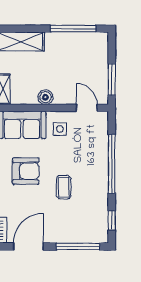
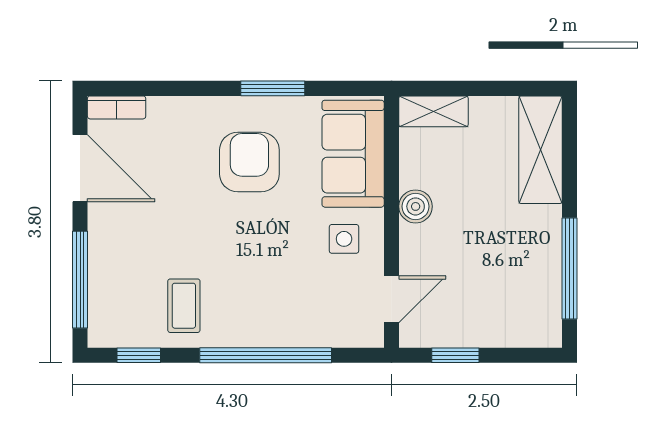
window: (112, 79) -> (455, 355), width x0.67
armchair: (26, 171) -> (249, 162), turned 180
coffee table: (64, 187) -> (184, 306), moved, turned 90

